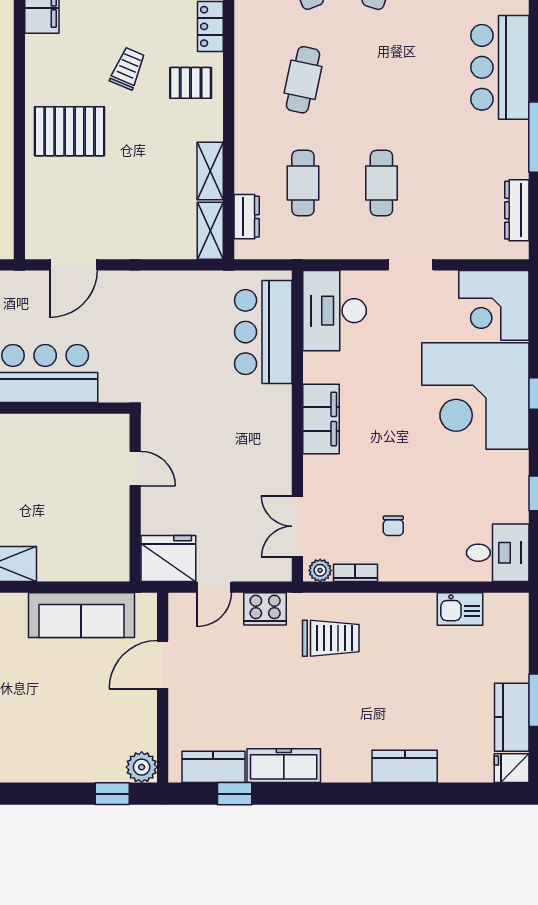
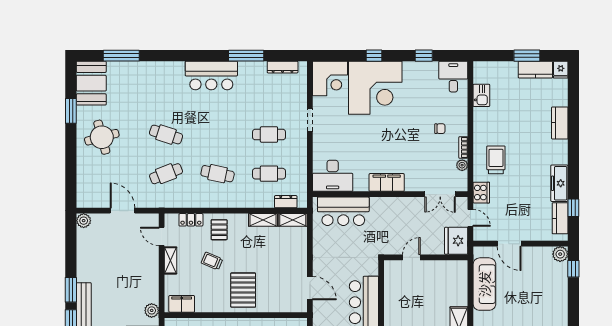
desk: (335, 311) -> (333, 176), moved
bar counter: (263, 332) -> (343, 211), moved
filing cabinet: (321, 419) -> (387, 182), moved
wall: (297, 426) -> (390, 194), moved
double door: (297, 526) -> (440, 194), moved

